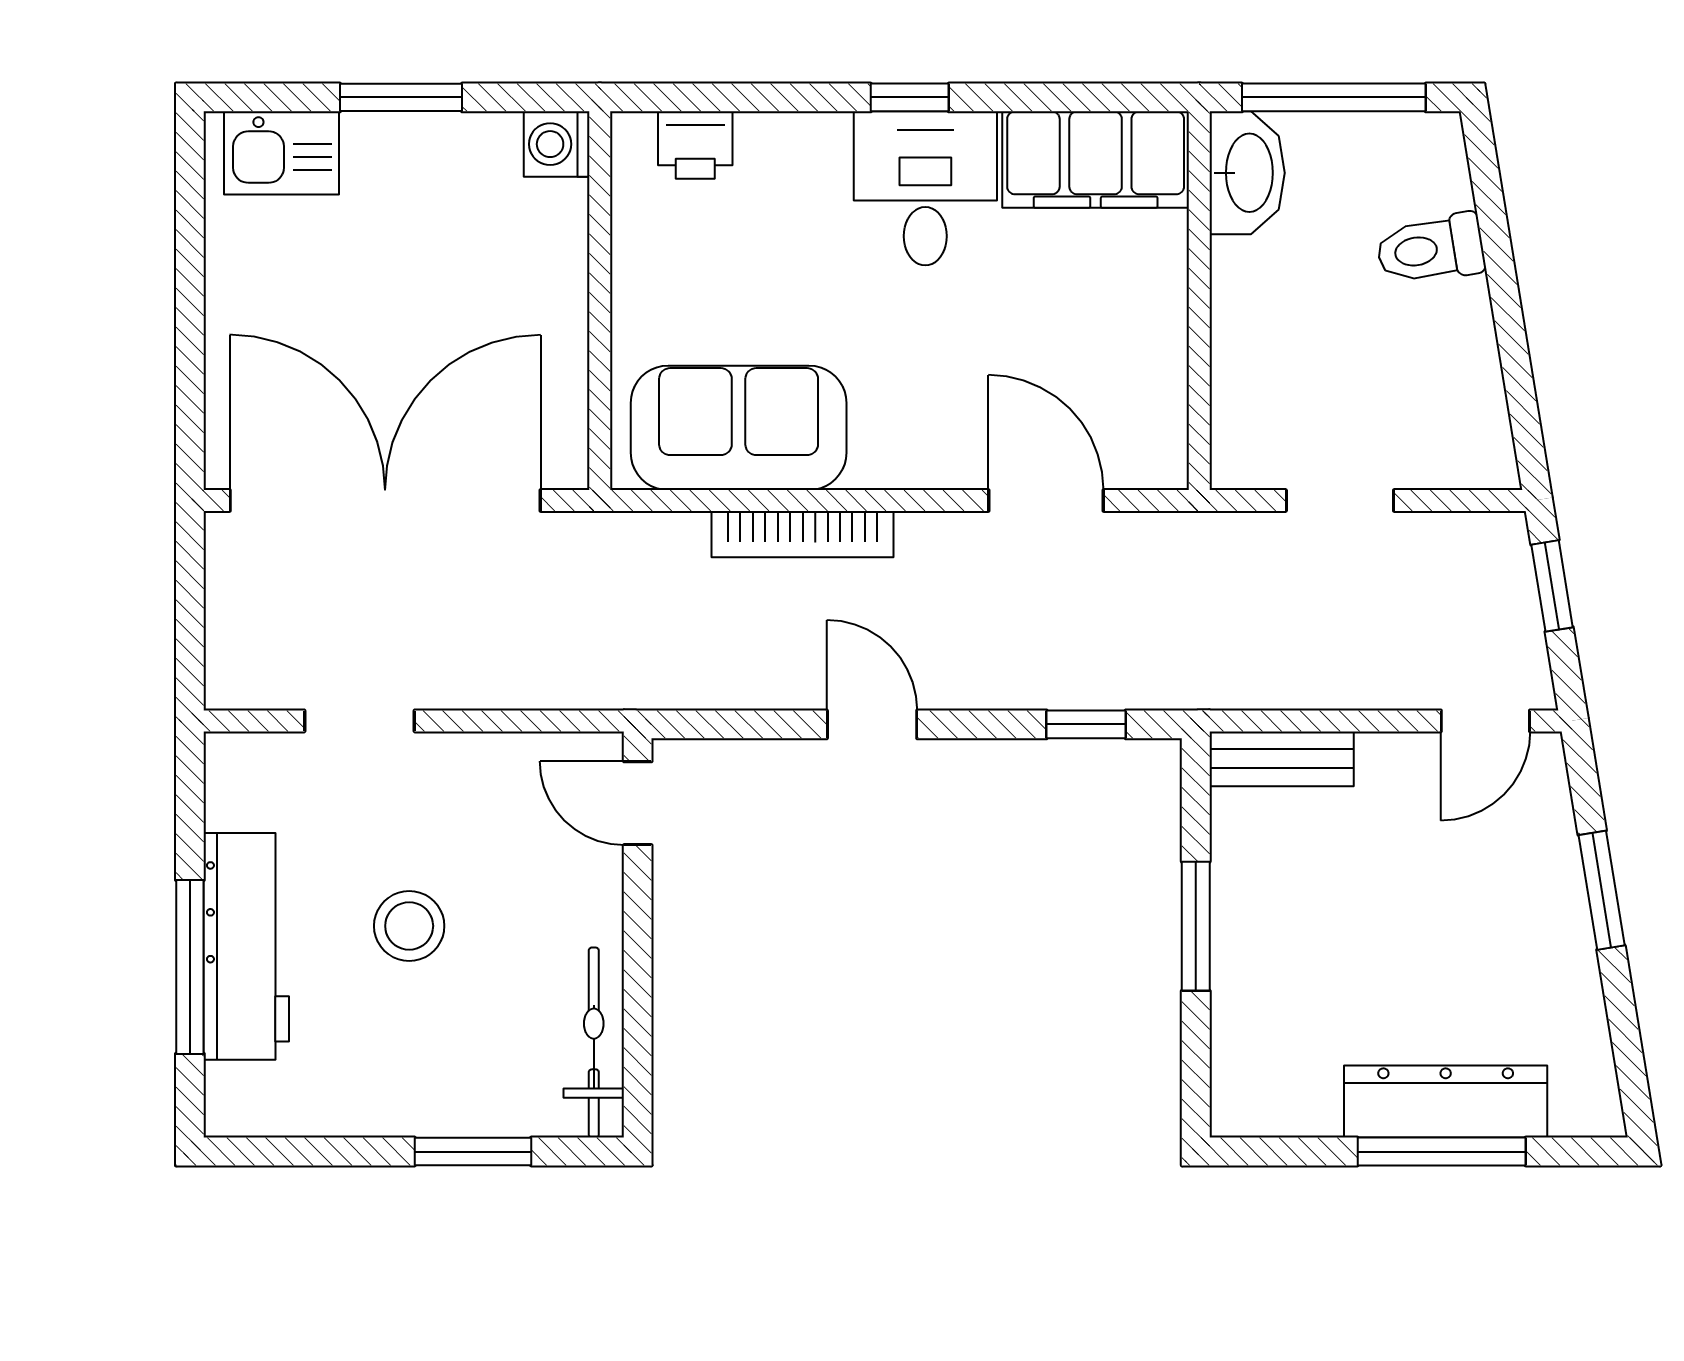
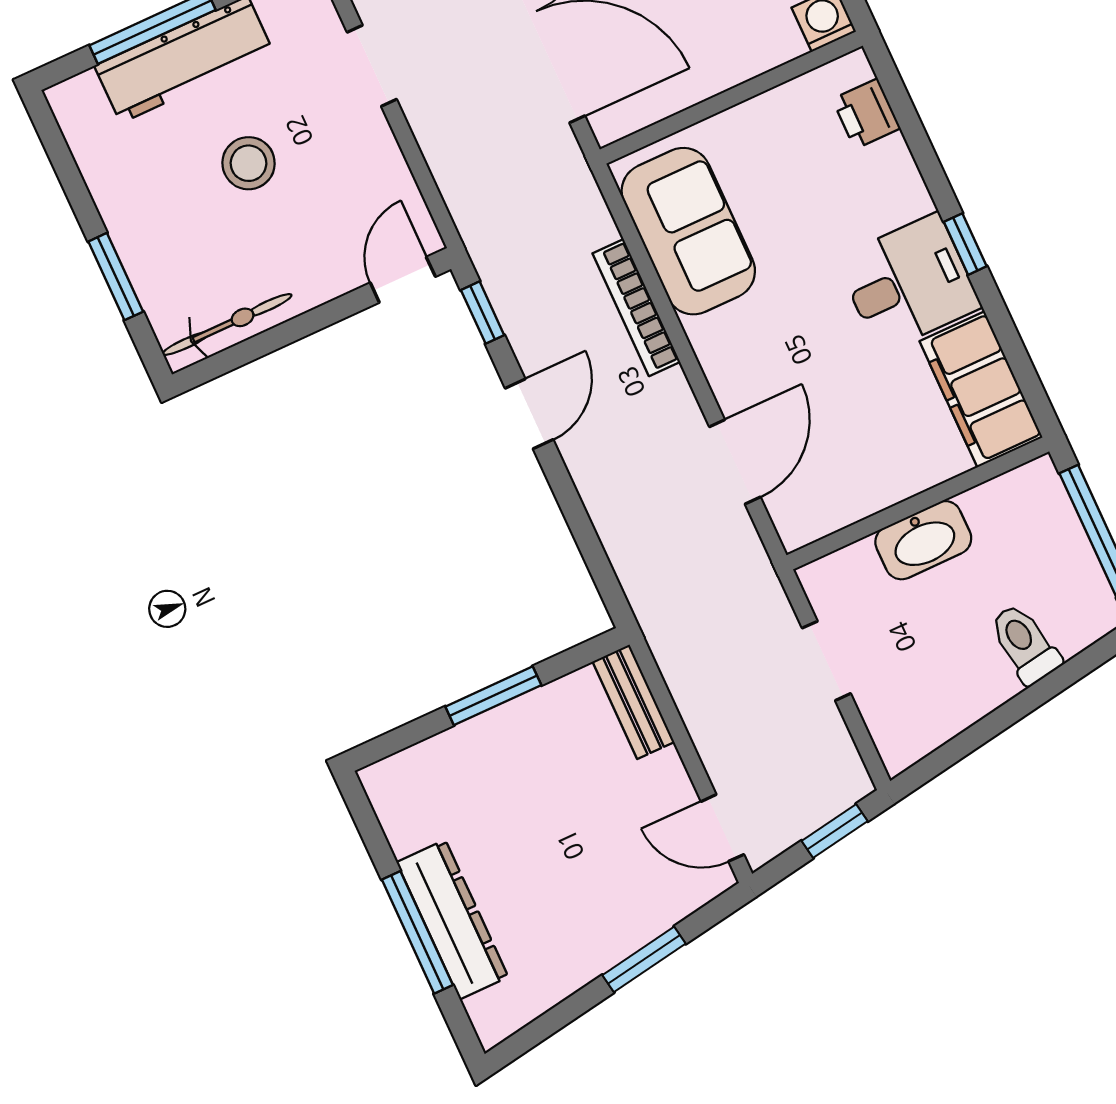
washbasin: (1247, 173) -> (923, 540), moved
window: (1086, 724) -> (483, 313), moved

